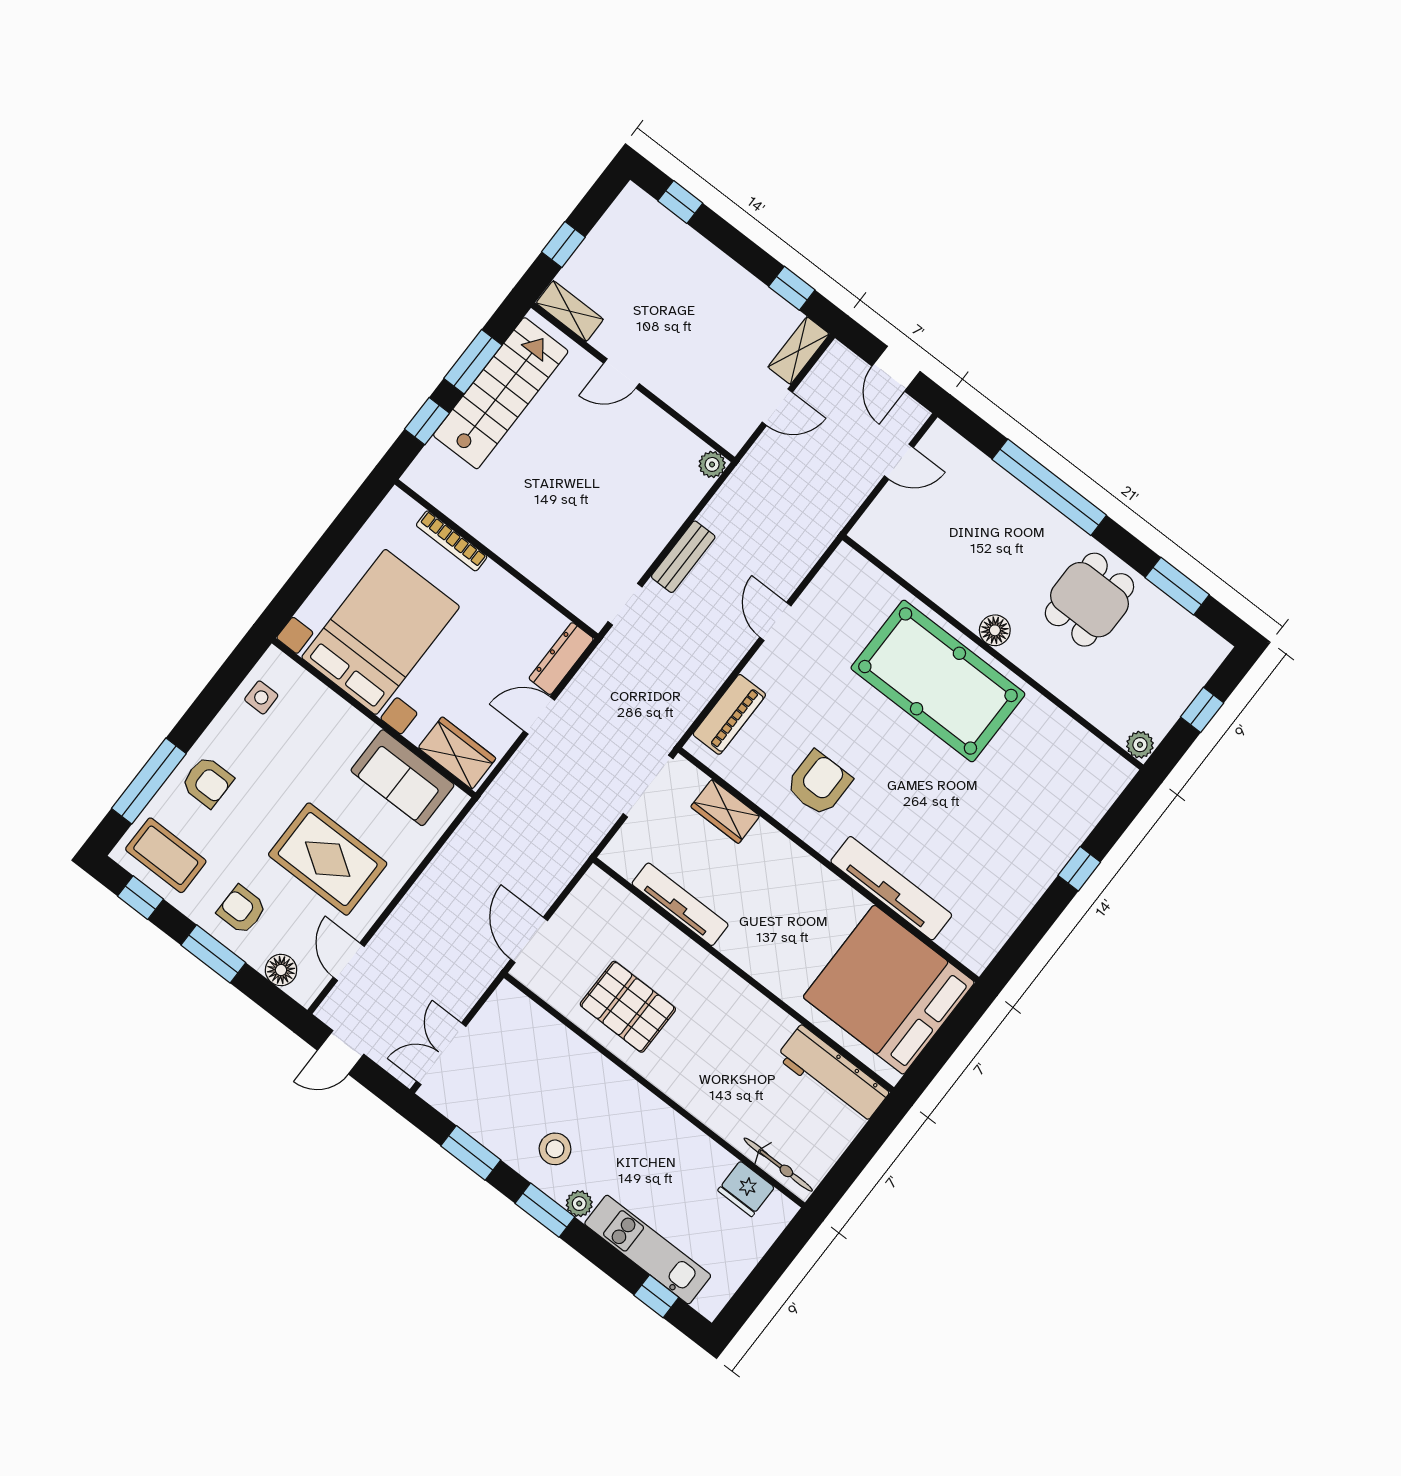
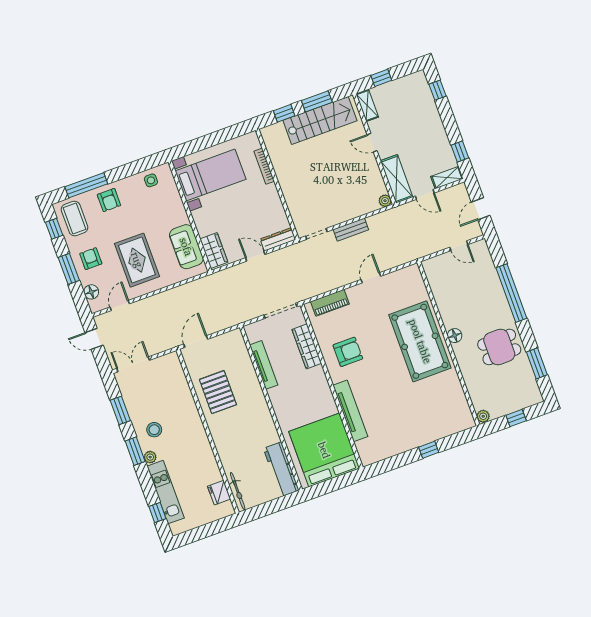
shelving: (708, 411) -> (397, 179), added
bed with nightstands: (381, 632) -> (211, 175), width x0.73
wardrobe: (725, 811) -> (307, 346), width x1.50

